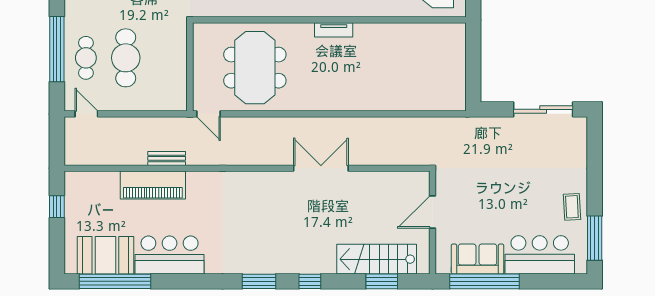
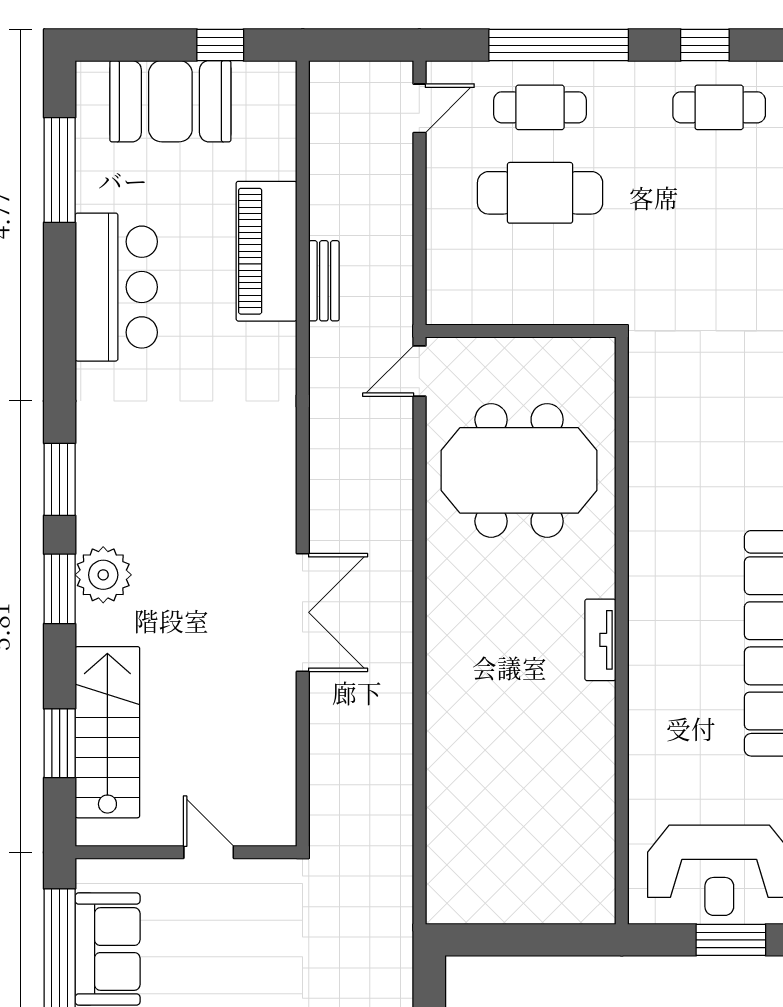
door: (433, 212) -> (209, 852), width x0.73
booth: (105, 255) -> (170, 101), moved, turned 90
plant: (303, 261) -> (103, 575), added
window: (115, 281) -> (60, 170), width x0.68
window: (310, 281) -> (60, 589), width x1.50

